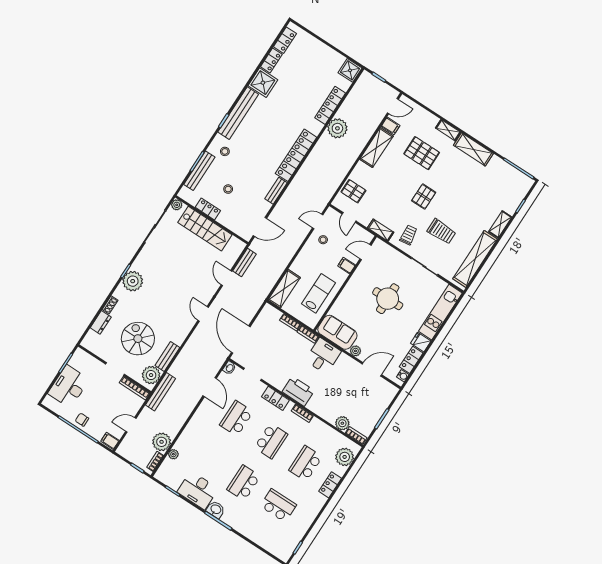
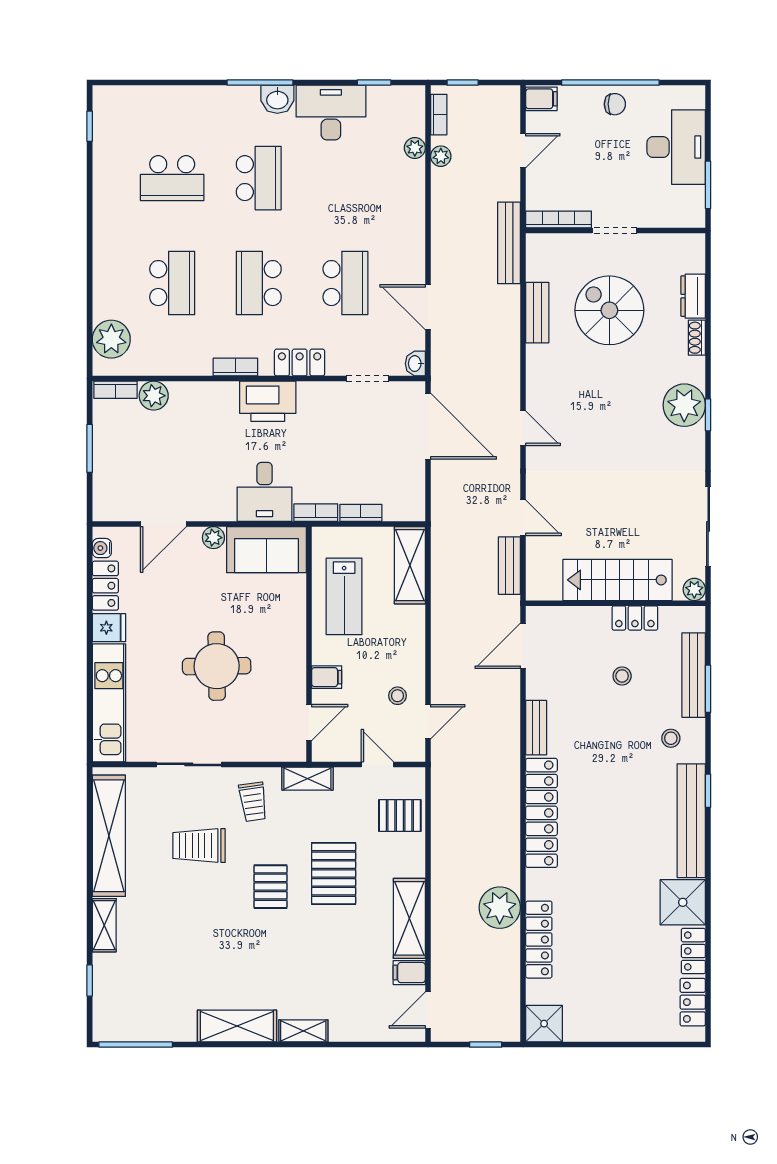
pallet: (422, 153) -> (334, 873), moved, turned 90
spiral stairs: (138, 339) -> (609, 310), turned 180
plant: (151, 375) -> (545, 261), removed
plant: (162, 442) -> (441, 156), width x0.53, depth x0.53
locker: (330, 485) -> (105, 274), removed

